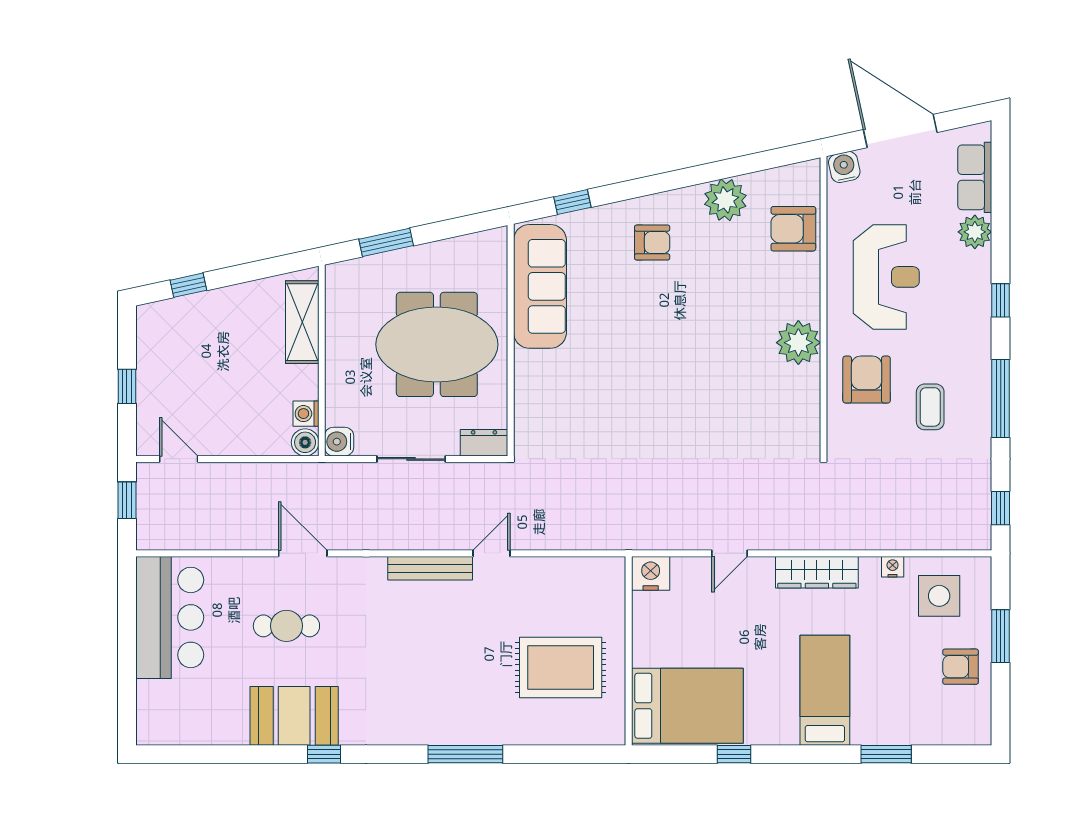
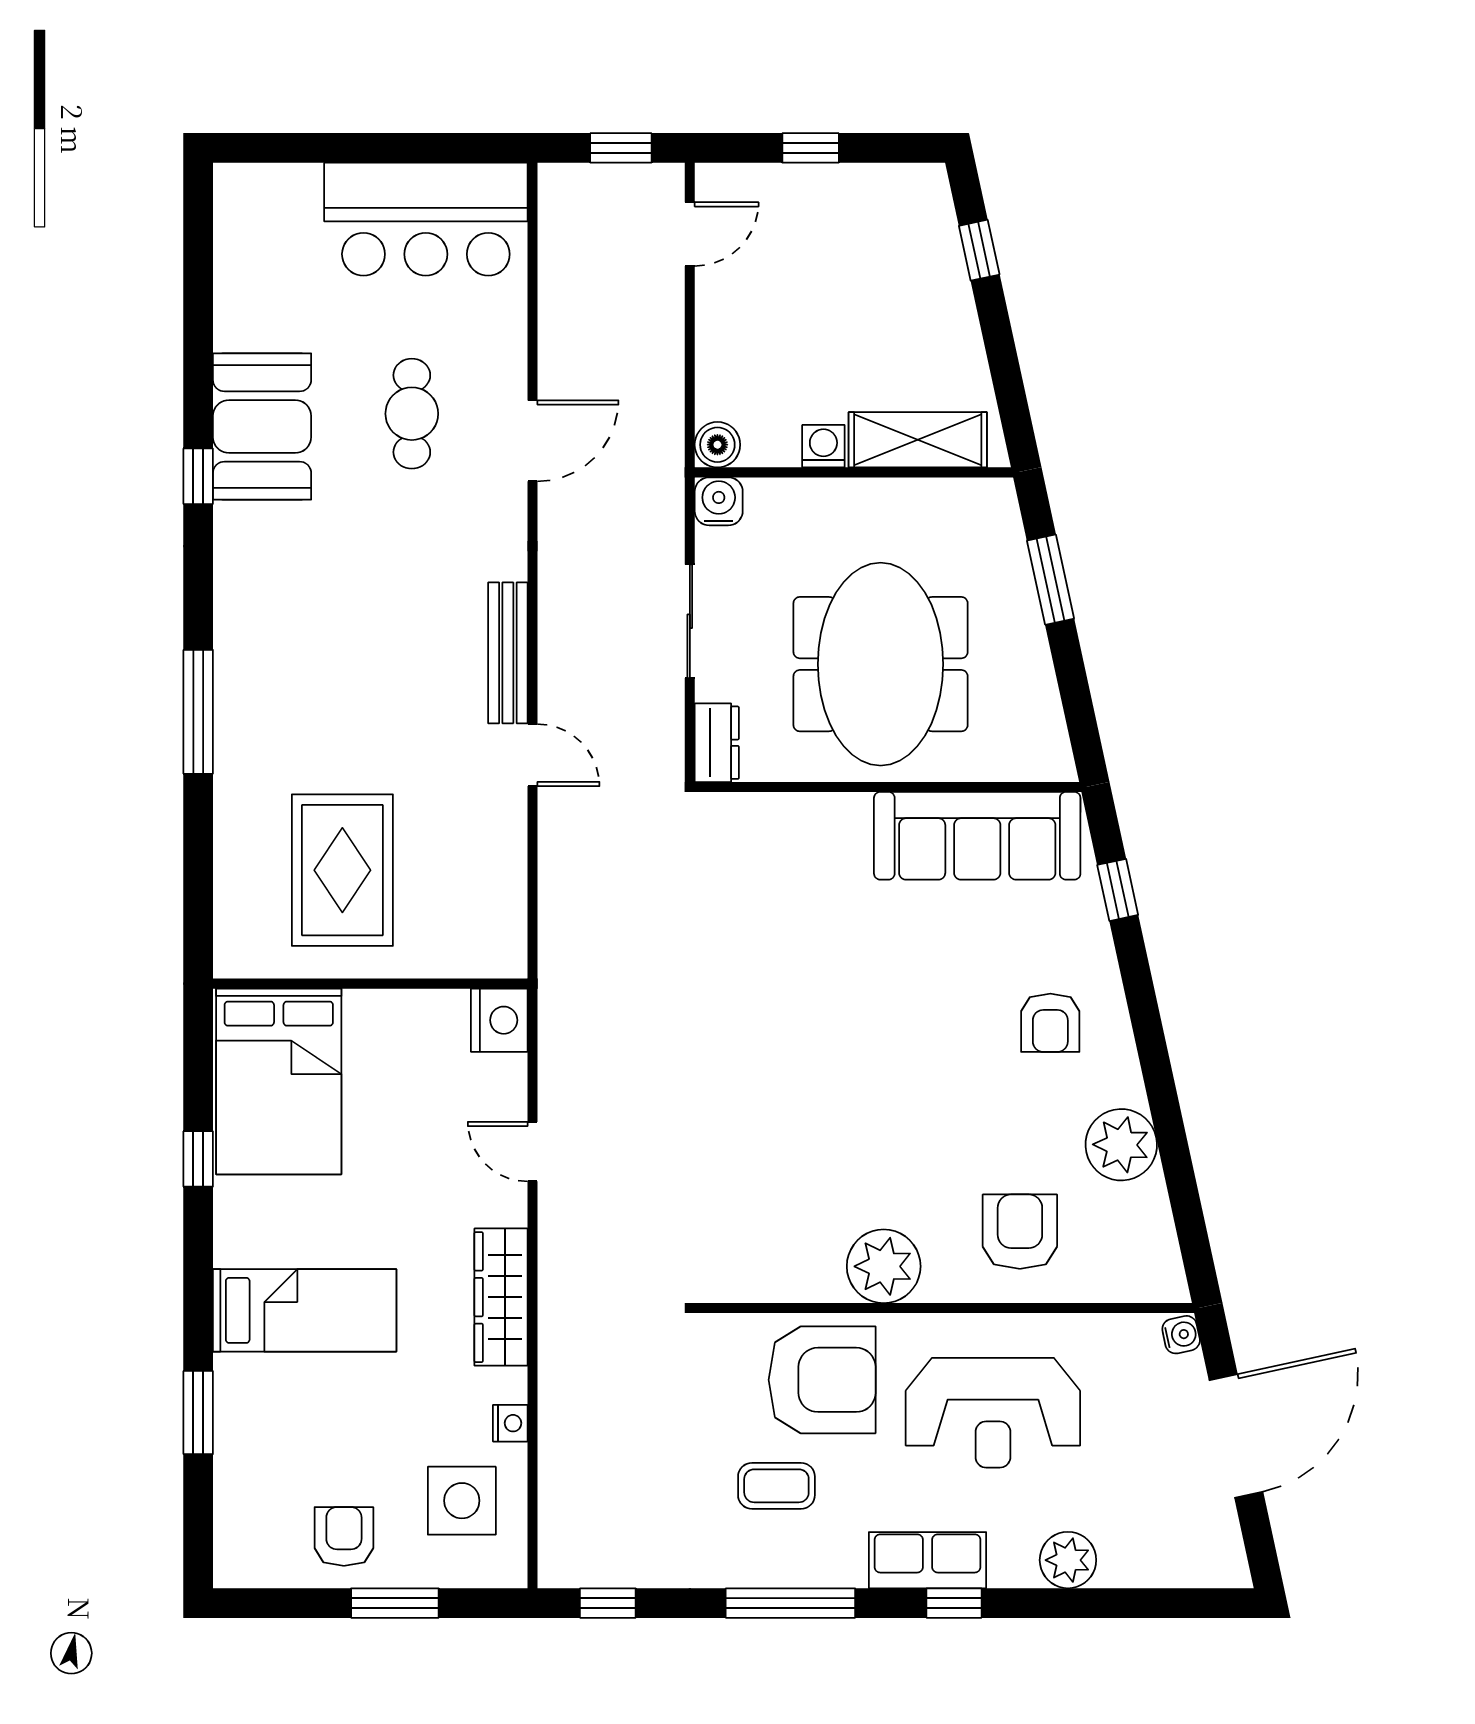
water cooler: (844, 167) -> (1181, 1335), width x0.72, depth x0.72
row of seats: (975, 177) -> (928, 1560), moved
armchair: (793, 229) -> (1020, 1232), moved
armchair: (867, 380) -> (822, 1380), width x1.36, depth x1.36
washing machine: (306, 414) -> (823, 446), moved

